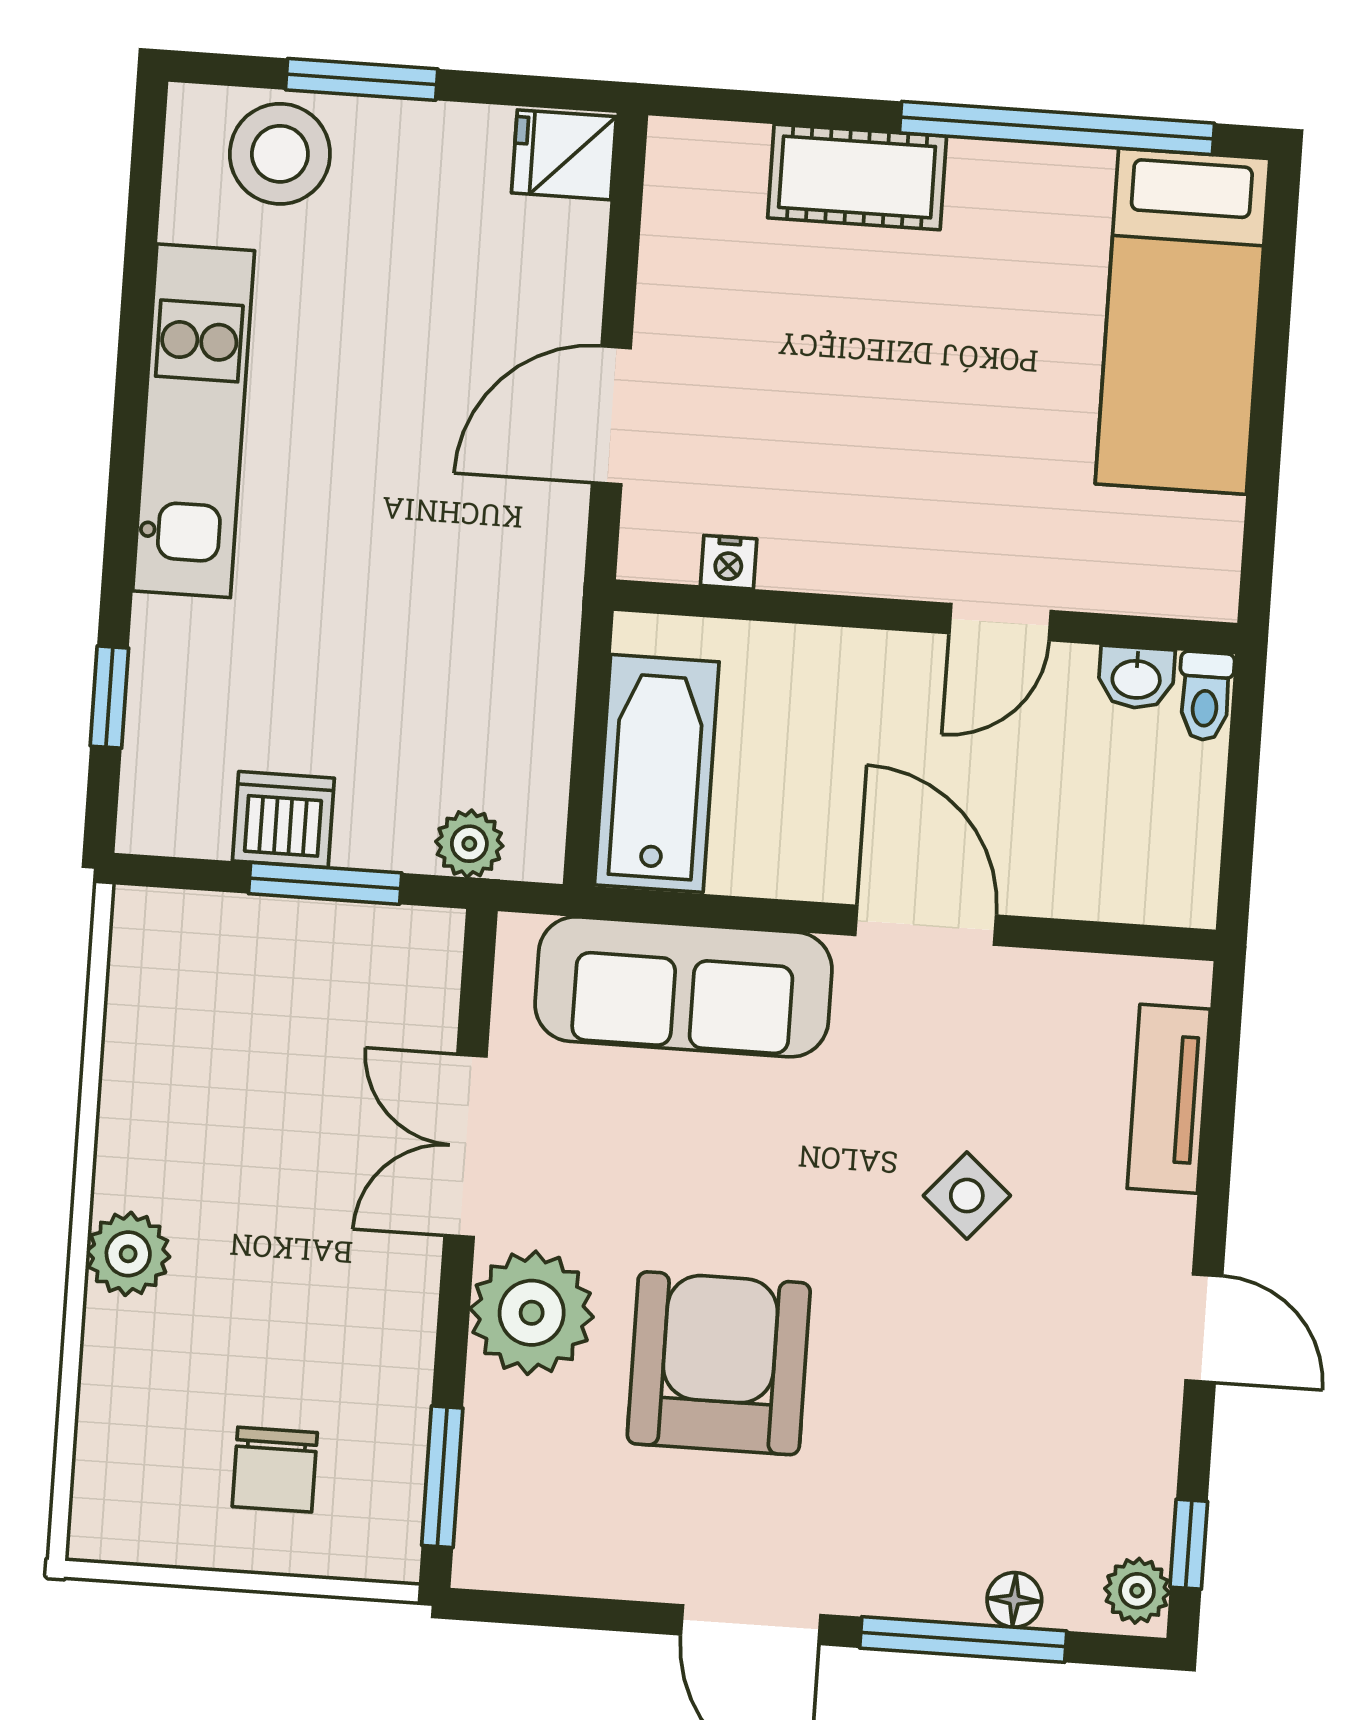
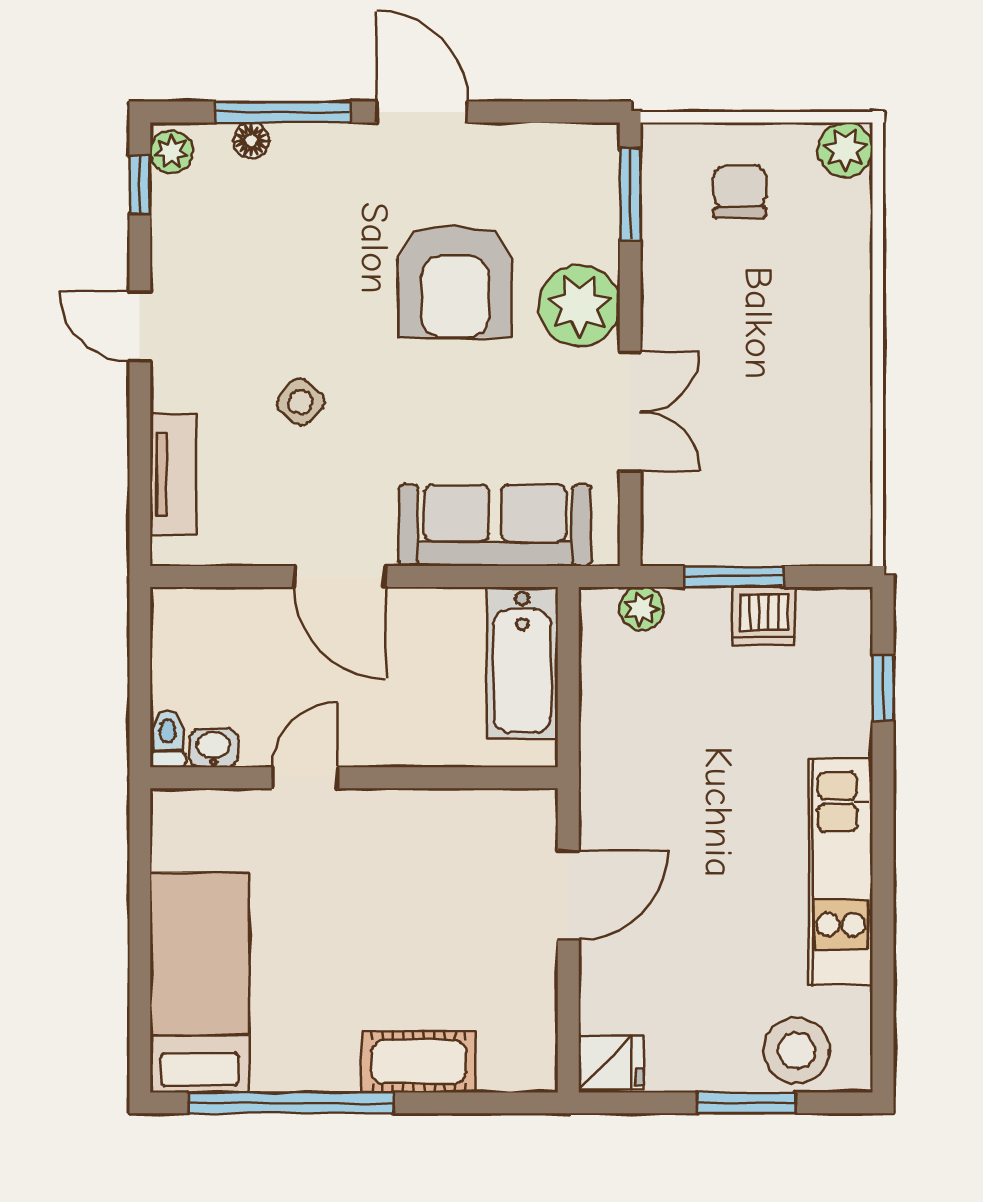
nightstand: (729, 562) -> (485, 805), removed
plant: (128, 1254) -> (845, 150), moved

